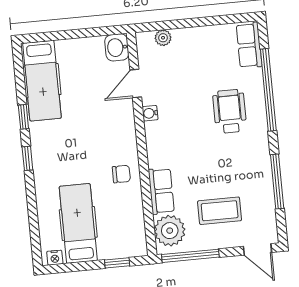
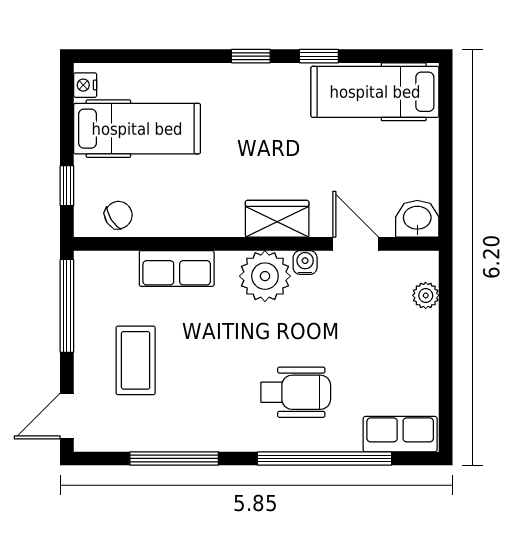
wardrobe: (125, 133) -> (277, 219), added
chair: (121, 174) -> (118, 215), moved, turned -122
plant: (170, 231) -> (265, 276), moved

